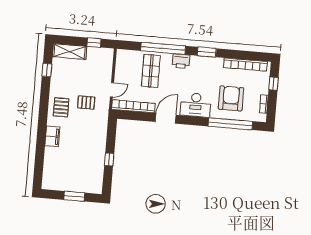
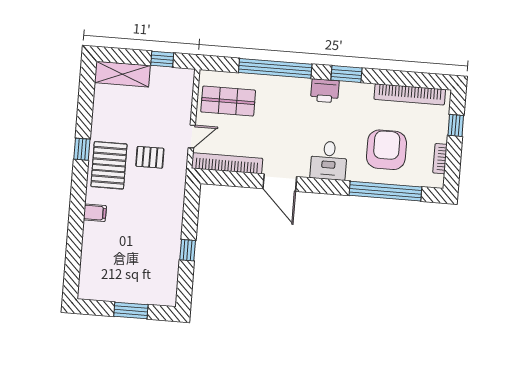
printer: (181, 61) -> (325, 91), moved
window: (47, 70) -> (82, 149), moved
shop shelf: (151, 71) -> (228, 101), moved, turned 90
desk: (196, 105) -> (329, 160), width x0.73
pallet: (61, 107) -> (109, 165), width x1.50, depth x1.42
door: (166, 118) -> (280, 183), swing flipped
filing cabinet: (52, 136) -> (95, 213), width x0.50

